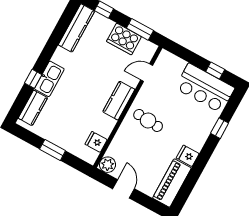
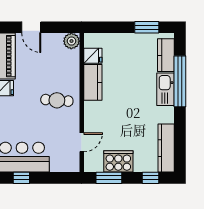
window: (33, 79) -> (180, 81), width x3.17
kitchen counter: (119, 101) -> (93, 82), moved
window: (53, 150) -> (147, 27), moved
door: (123, 189) -> (31, 27), moved

